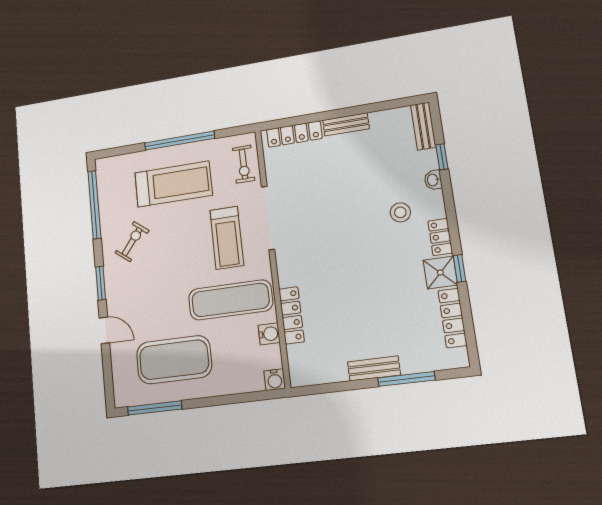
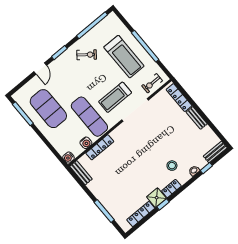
bench: (374, 368) -> (81, 173), moved

